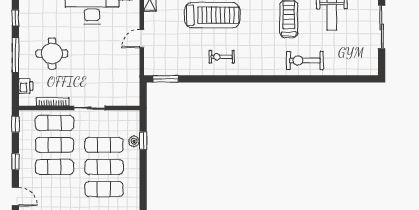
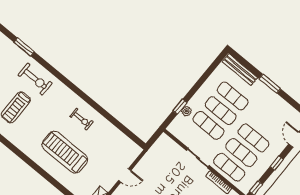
exercise bike: (305, 61) -> (35, 79), moved
window: (166, 79) -> (24, 47), moved

